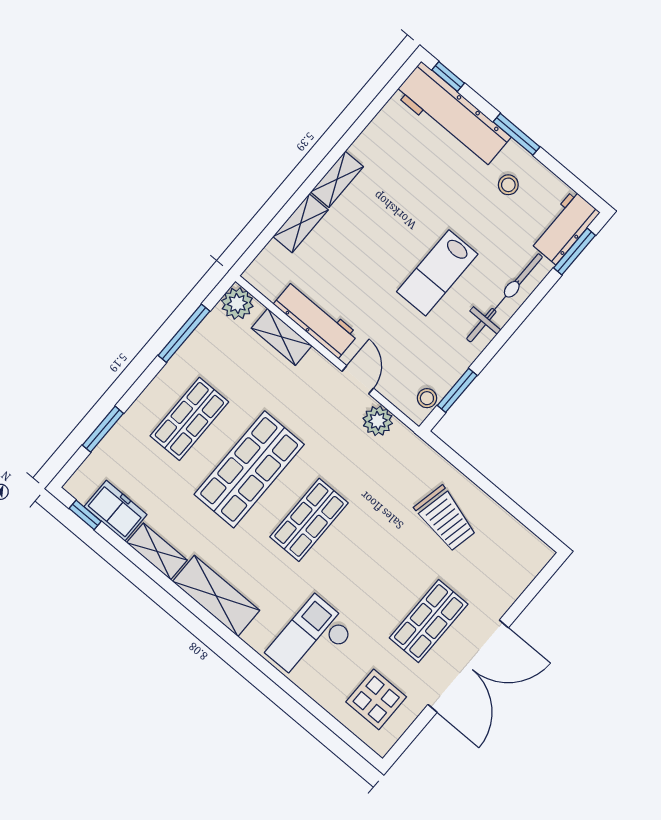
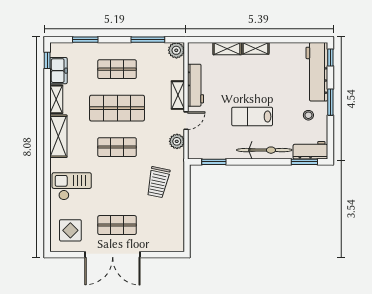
shelving: (282, 337) -> (178, 95), moved
stool: (427, 398) -> (201, 153), removed
trolley: (446, 519) -> (158, 182), moved

